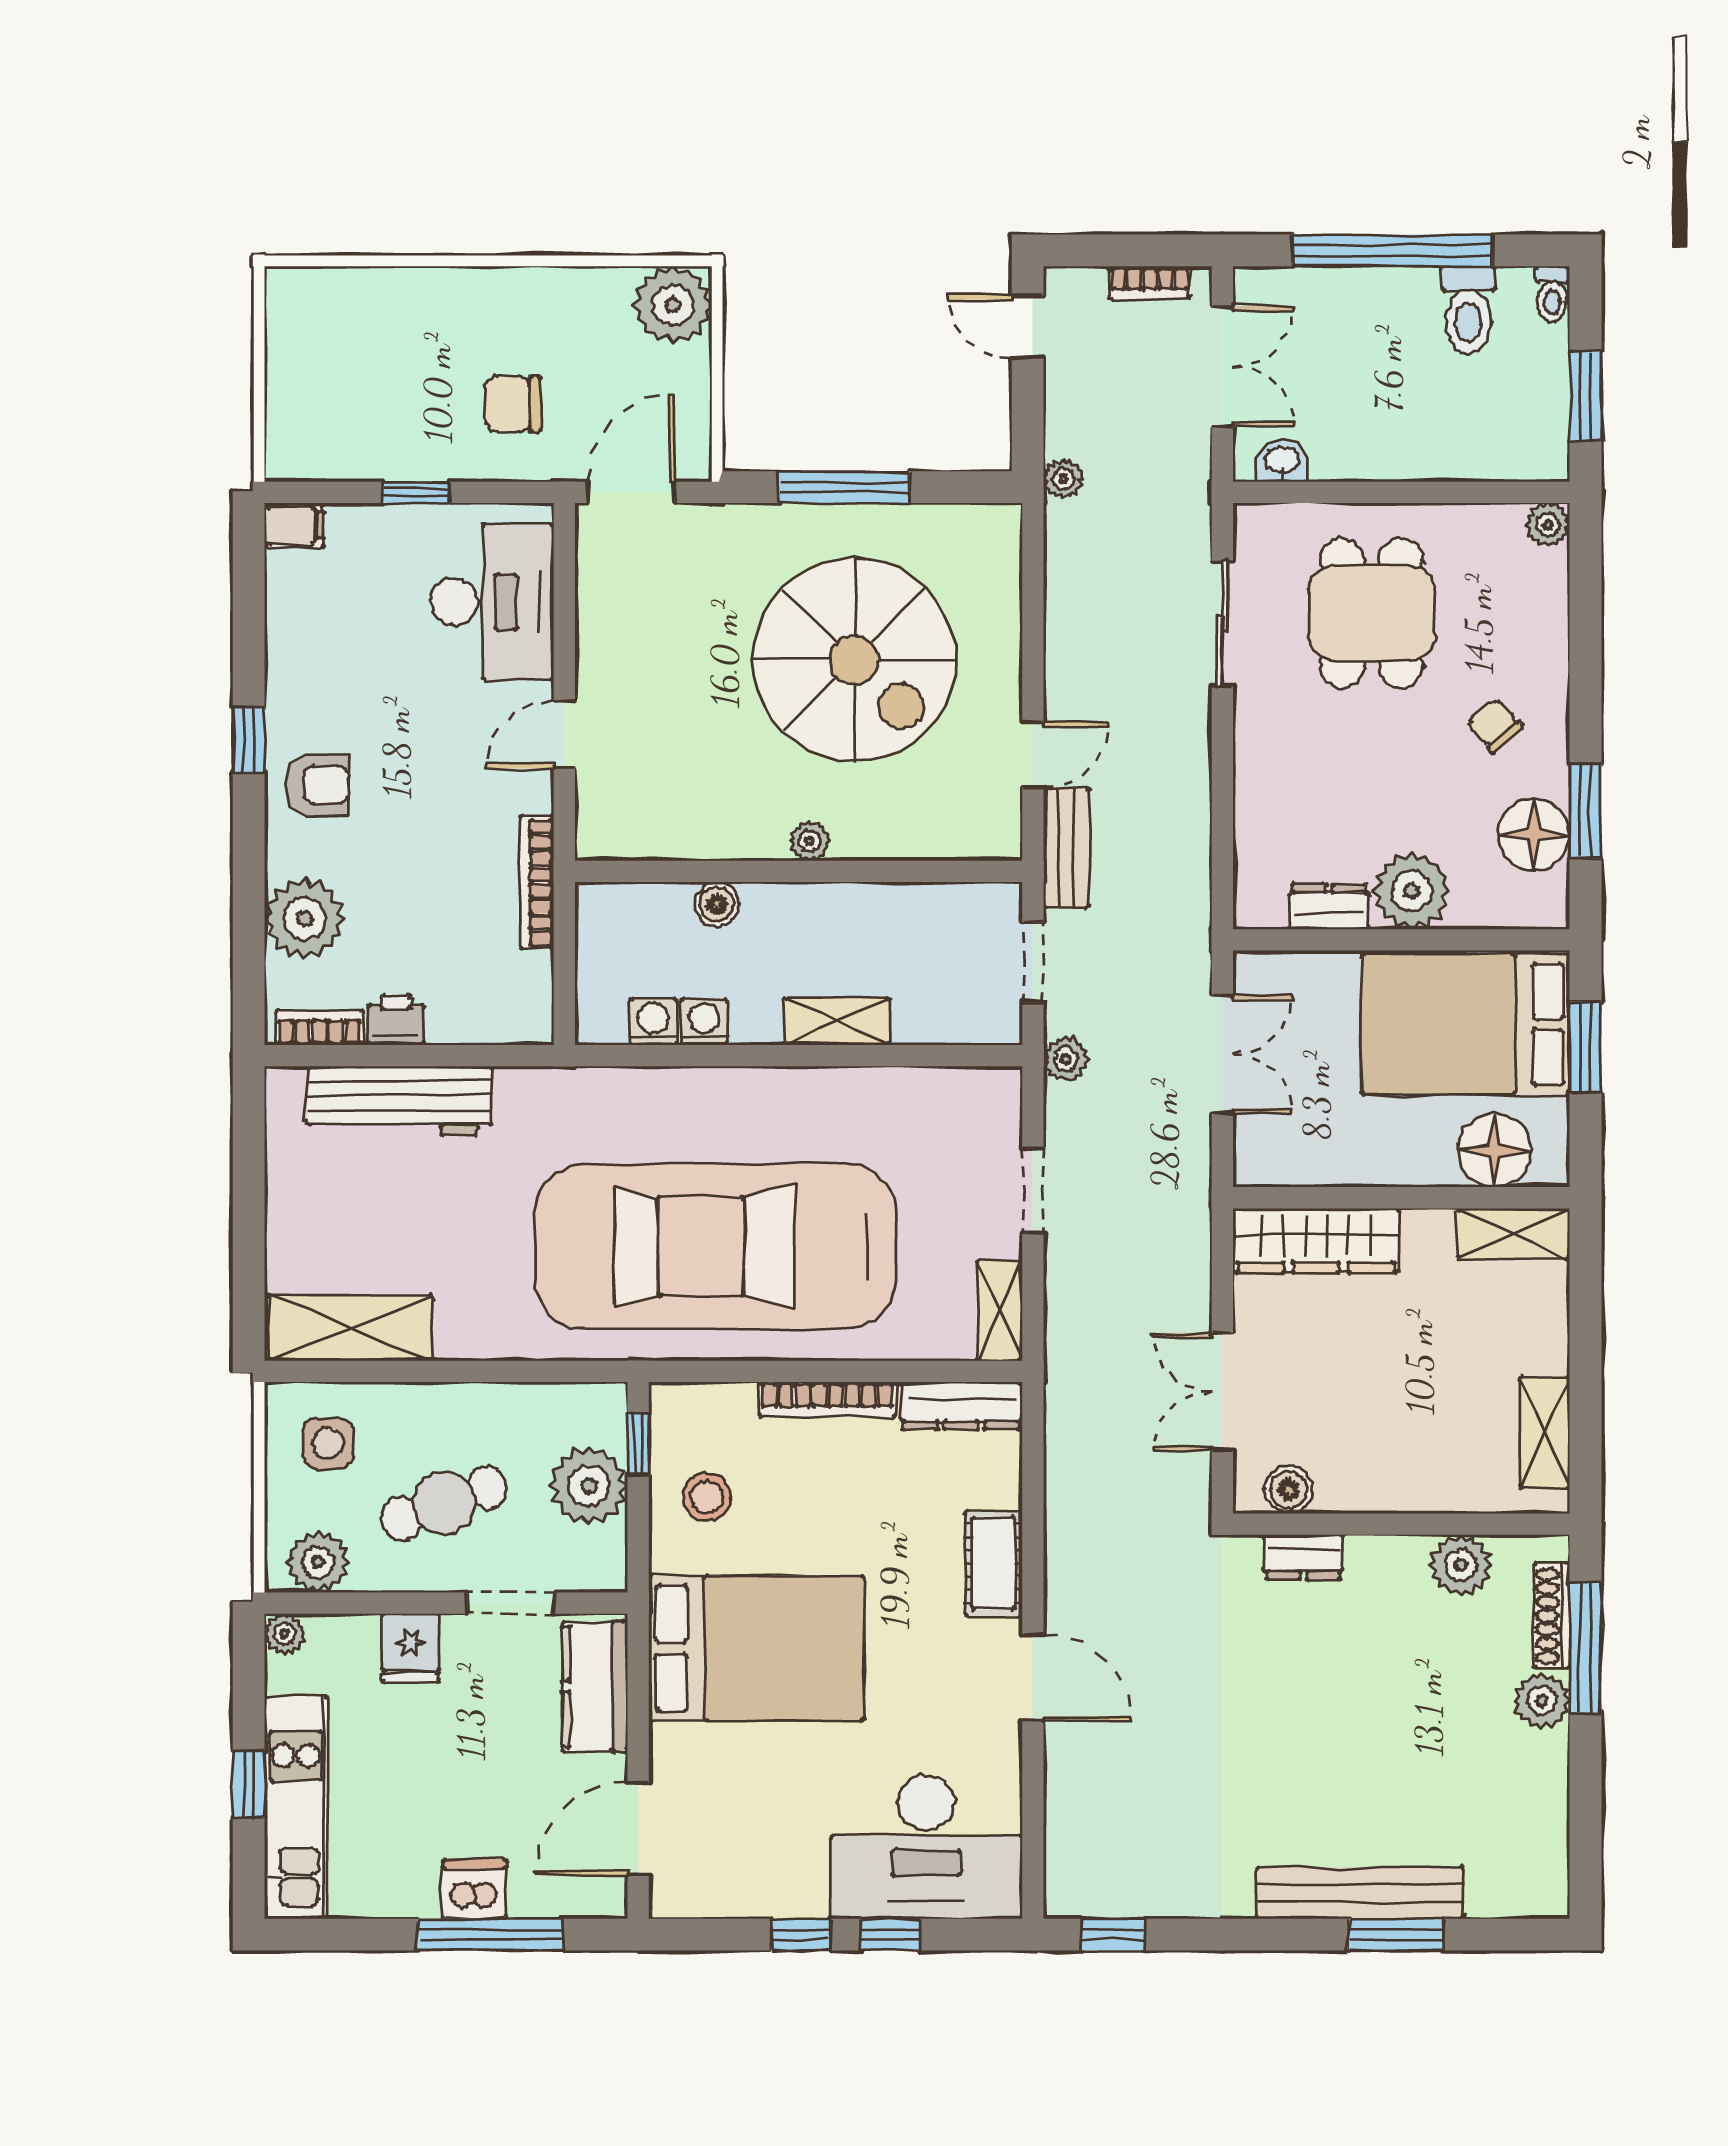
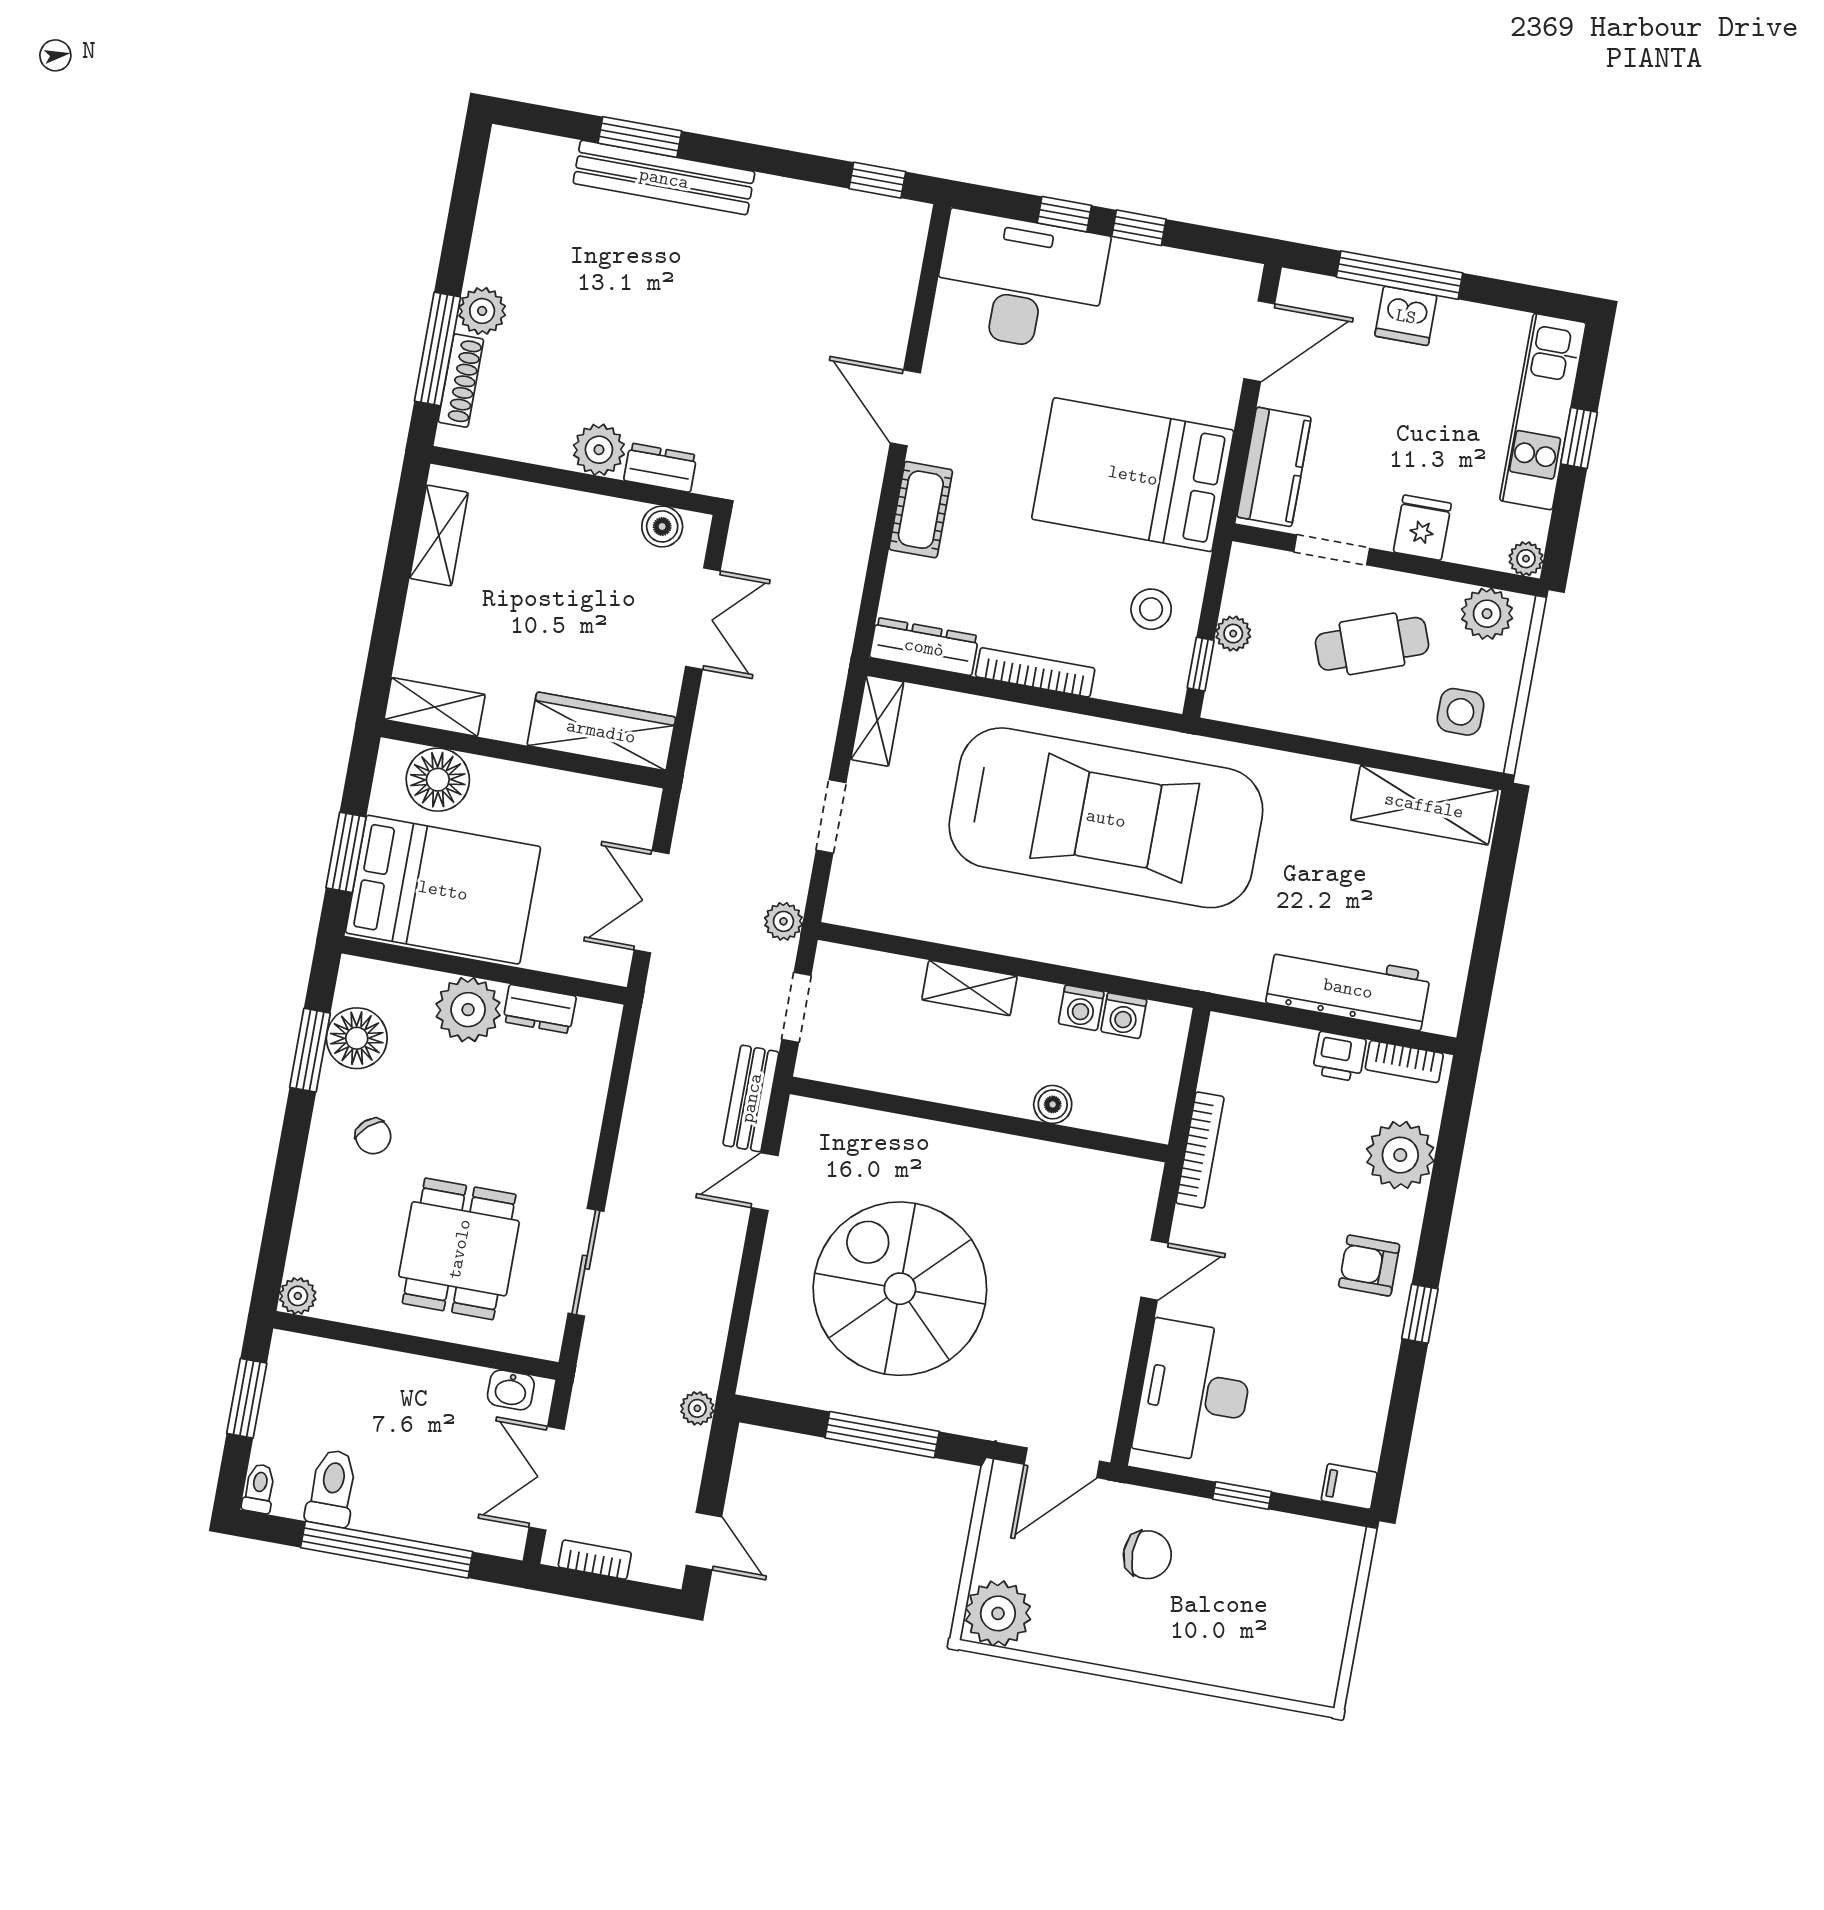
plant: (809, 841) -> (965, 1143), removed
plant: (589, 1486) -> (1233, 634), width x0.53, depth x0.53
plant: (1461, 1565) -> (599, 450), moved

